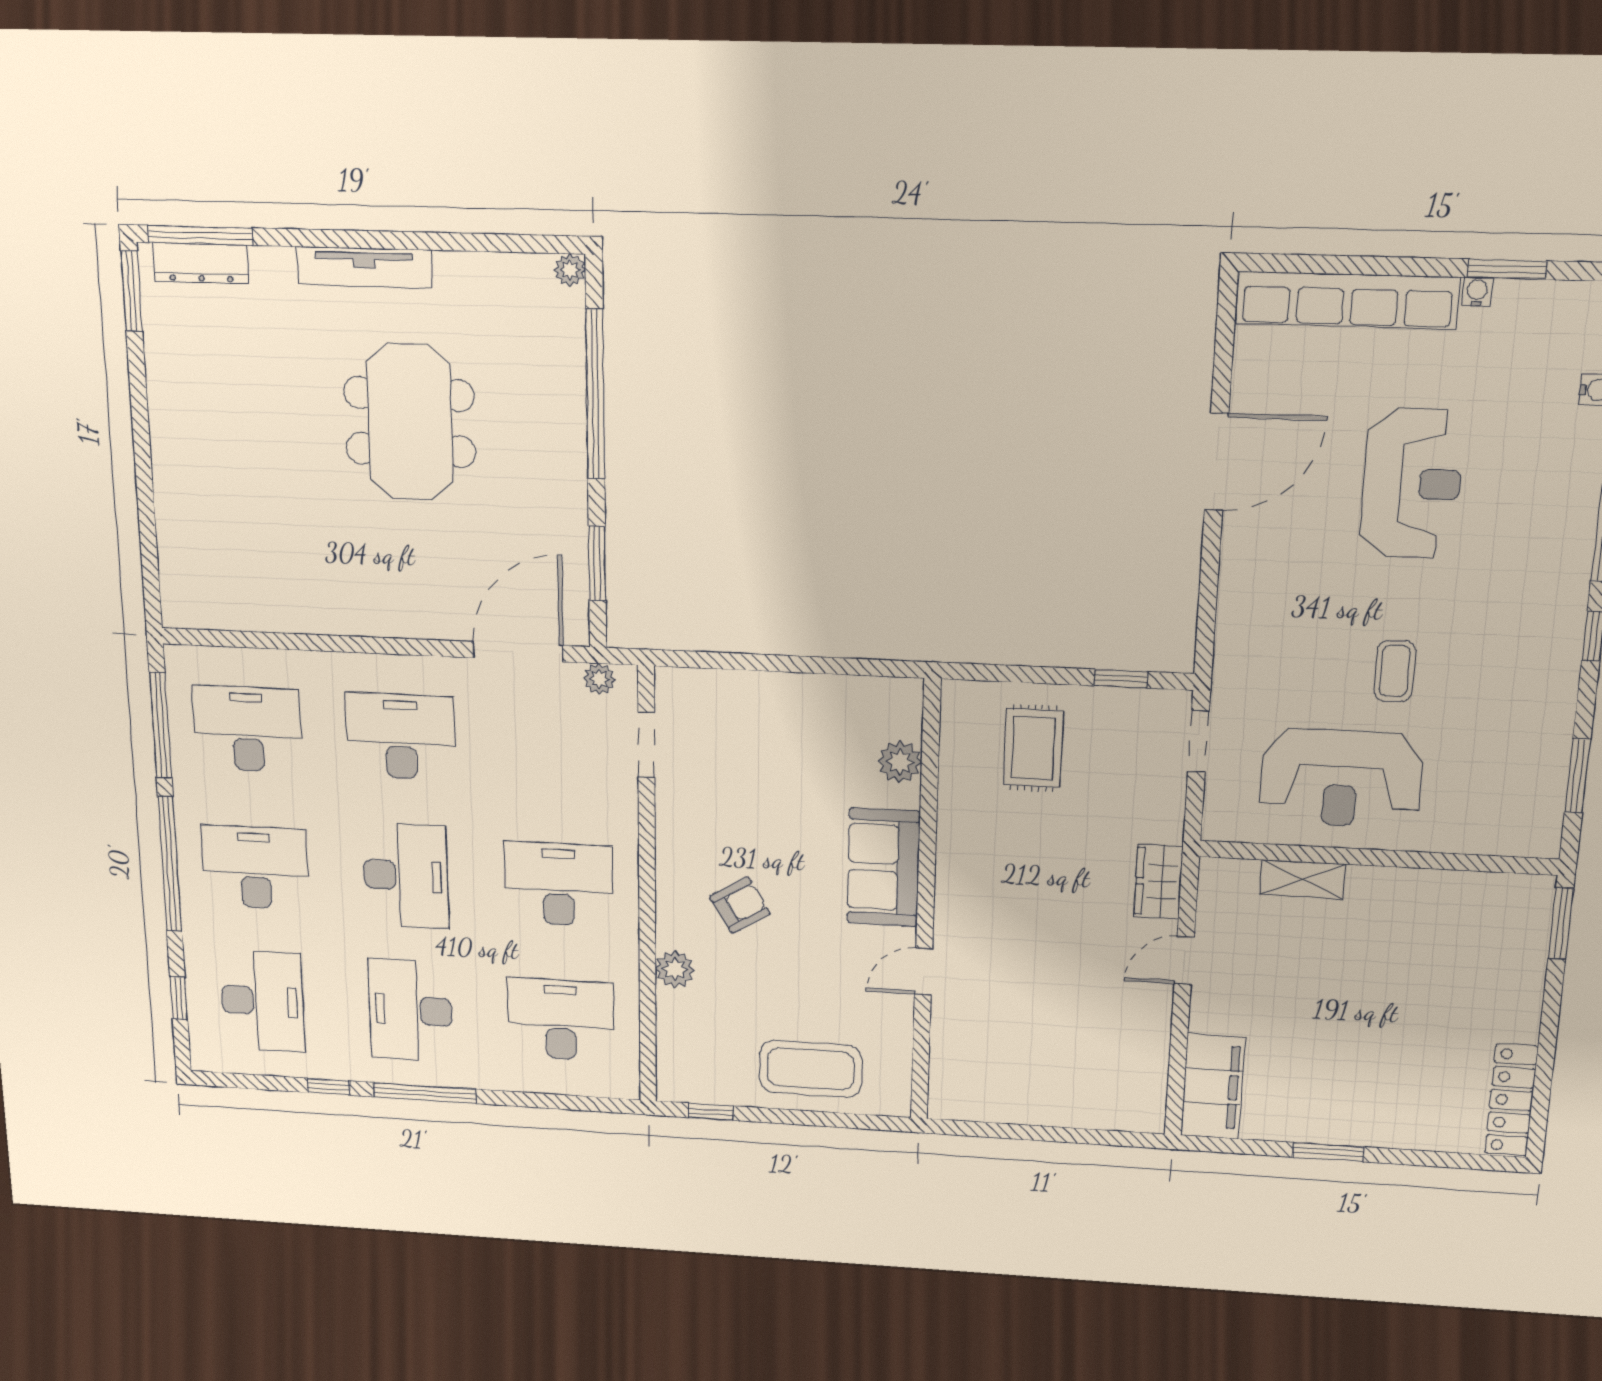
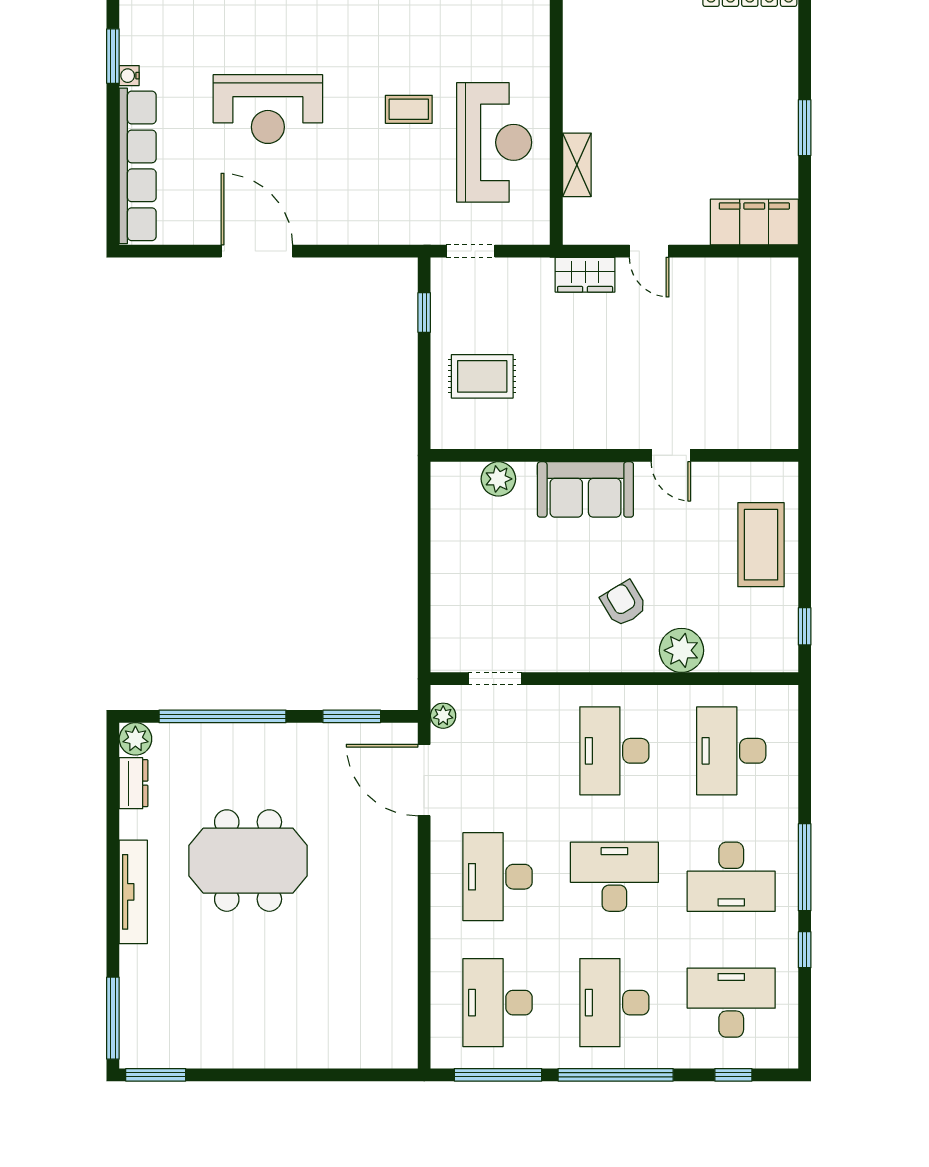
dresser: (201, 263) -> (134, 783), moved, width x0.70
plant: (570, 270) -> (135, 739), width x1.38, depth x1.38
reception desk: (1412, 484) -> (268, 109), turned 180
plant: (675, 969) -> (682, 650), width x1.36, depth x1.36

